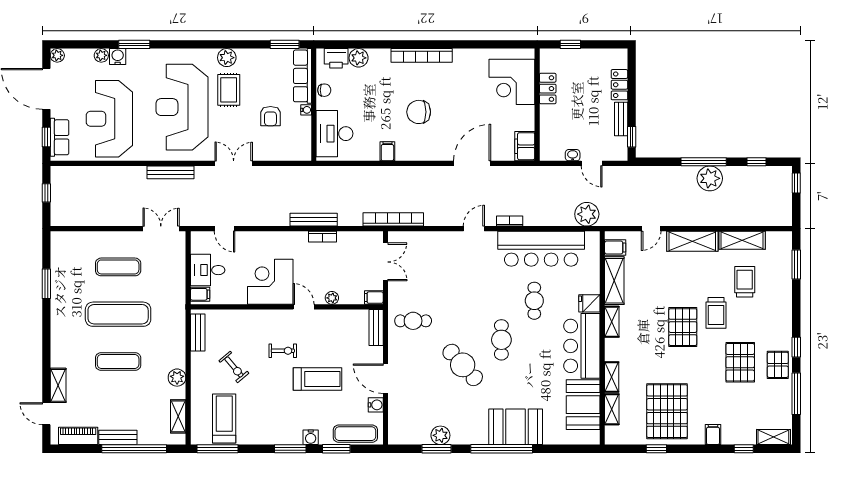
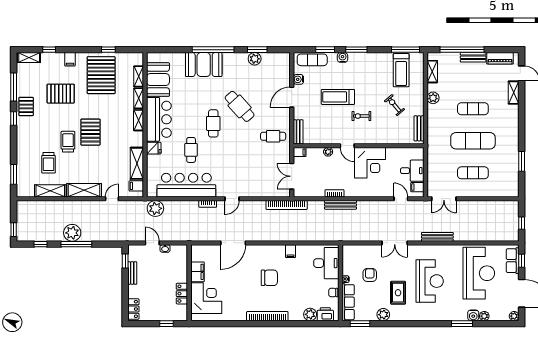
plant: (227, 58) -> (383, 315), moved
locker: (619, 85) -> (133, 309), moved
reception desk: (182, 107) -> (430, 281), width x0.74, depth x0.77
filing cabinet: (525, 146) -> (197, 272), moved
filing cabinet: (200, 294) -> (417, 187), moved
shelving: (612, 322) -> (139, 120), moved
pallet: (740, 362) -> (61, 94), moved, turned 90
door: (385, 379) -> (292, 97), swing flipped

